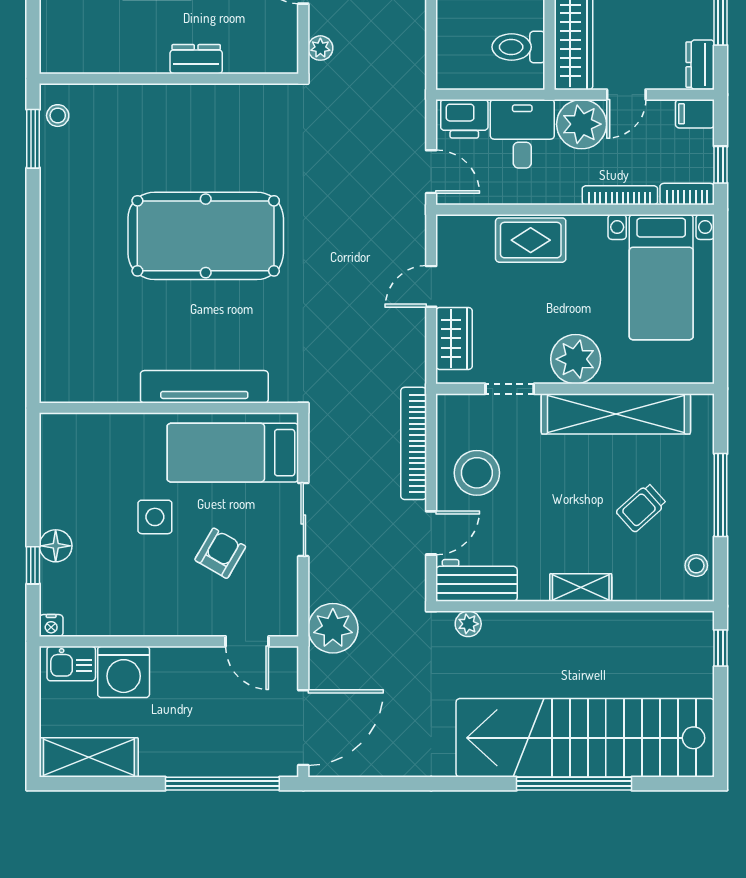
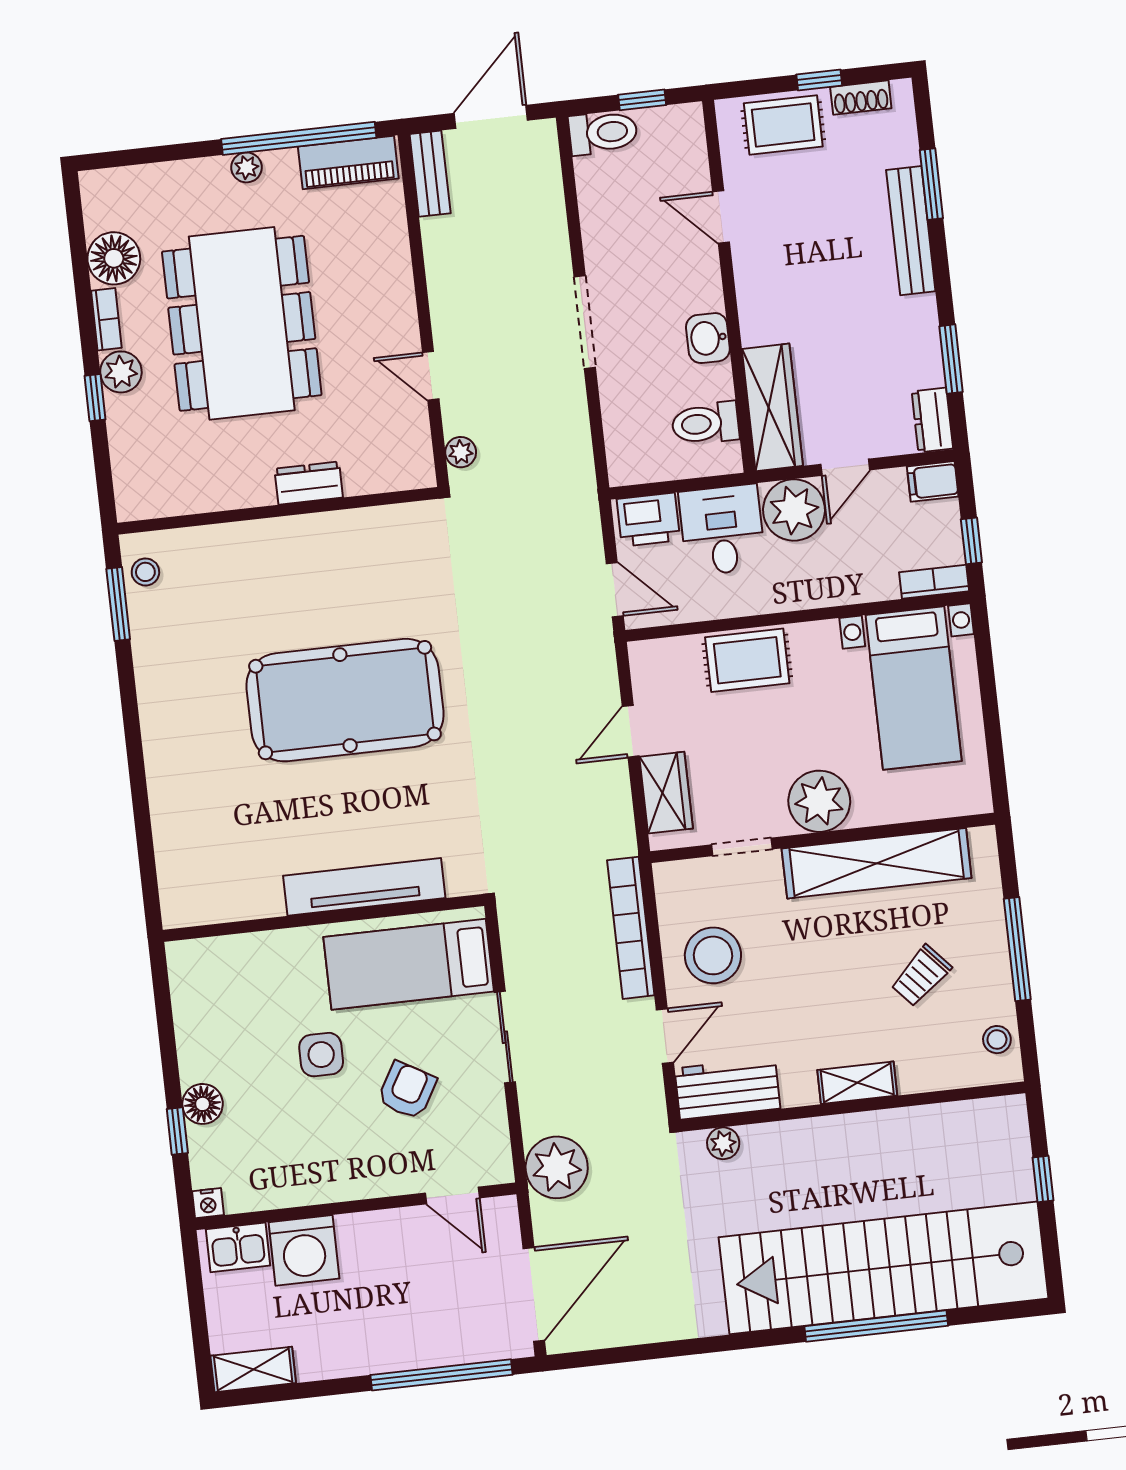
bookcase: (620, 195) -> (851, 593), removed
window: (721, 648) -> (1043, 1179), moved
shelving: (89, 757) -> (253, 1369), width x0.67, depth x0.75

